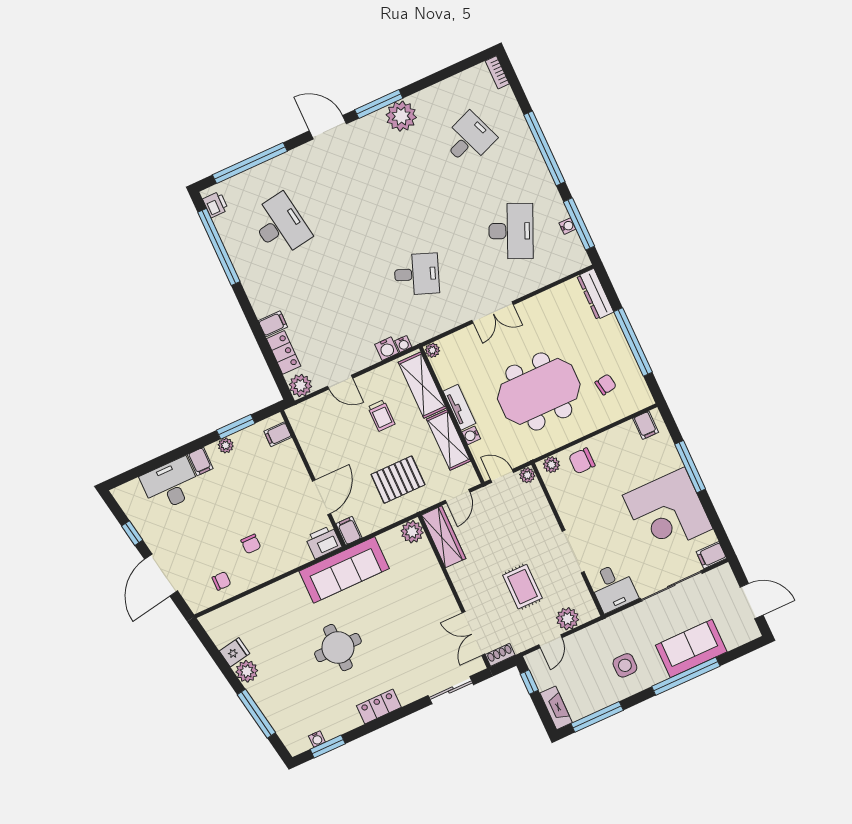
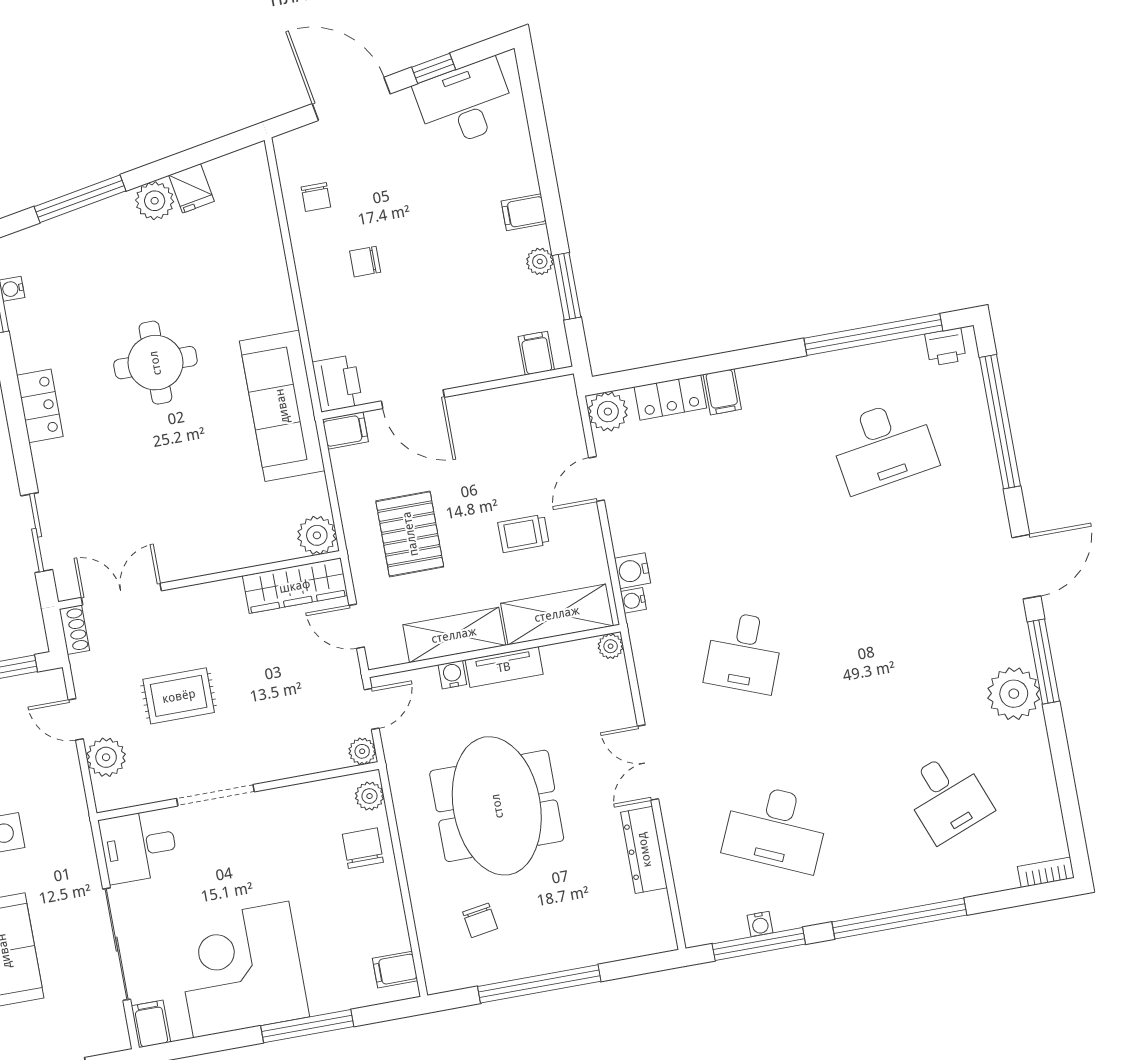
dresser: (595, 294) -> (644, 850), moved, turned -90
desk: (171, 484) -> (465, 103), moved, turned -100

